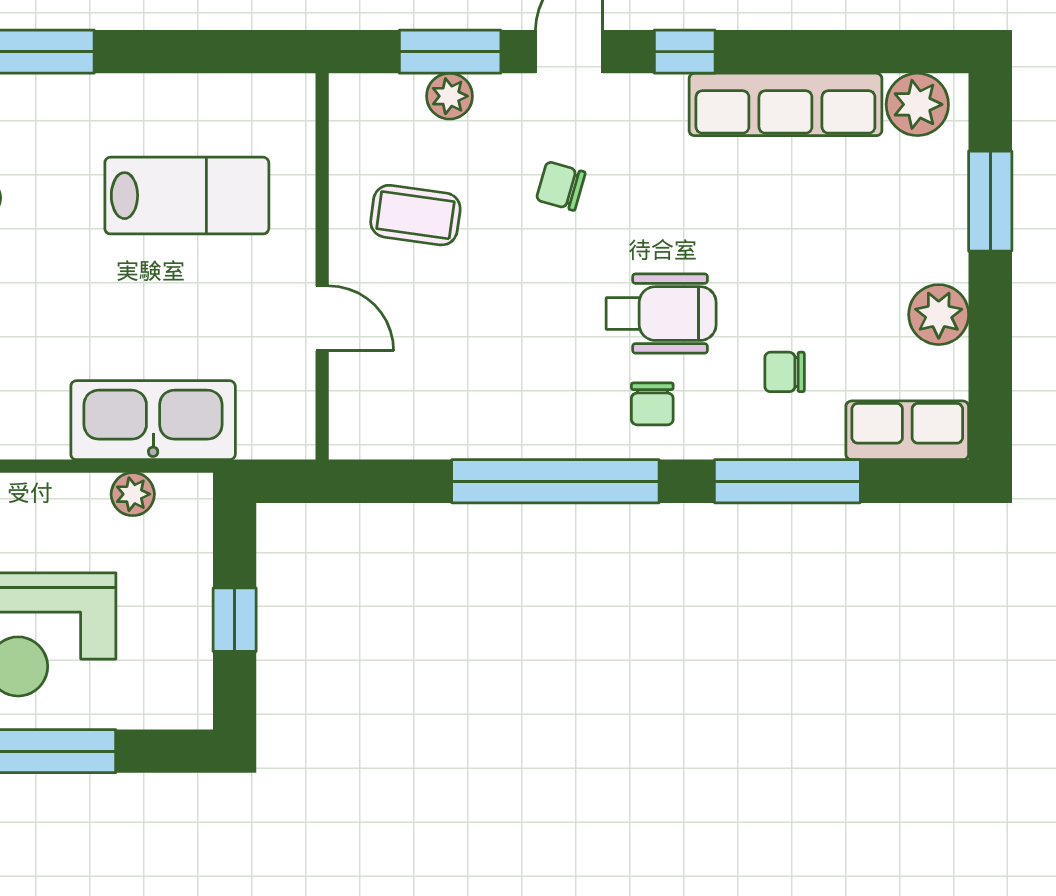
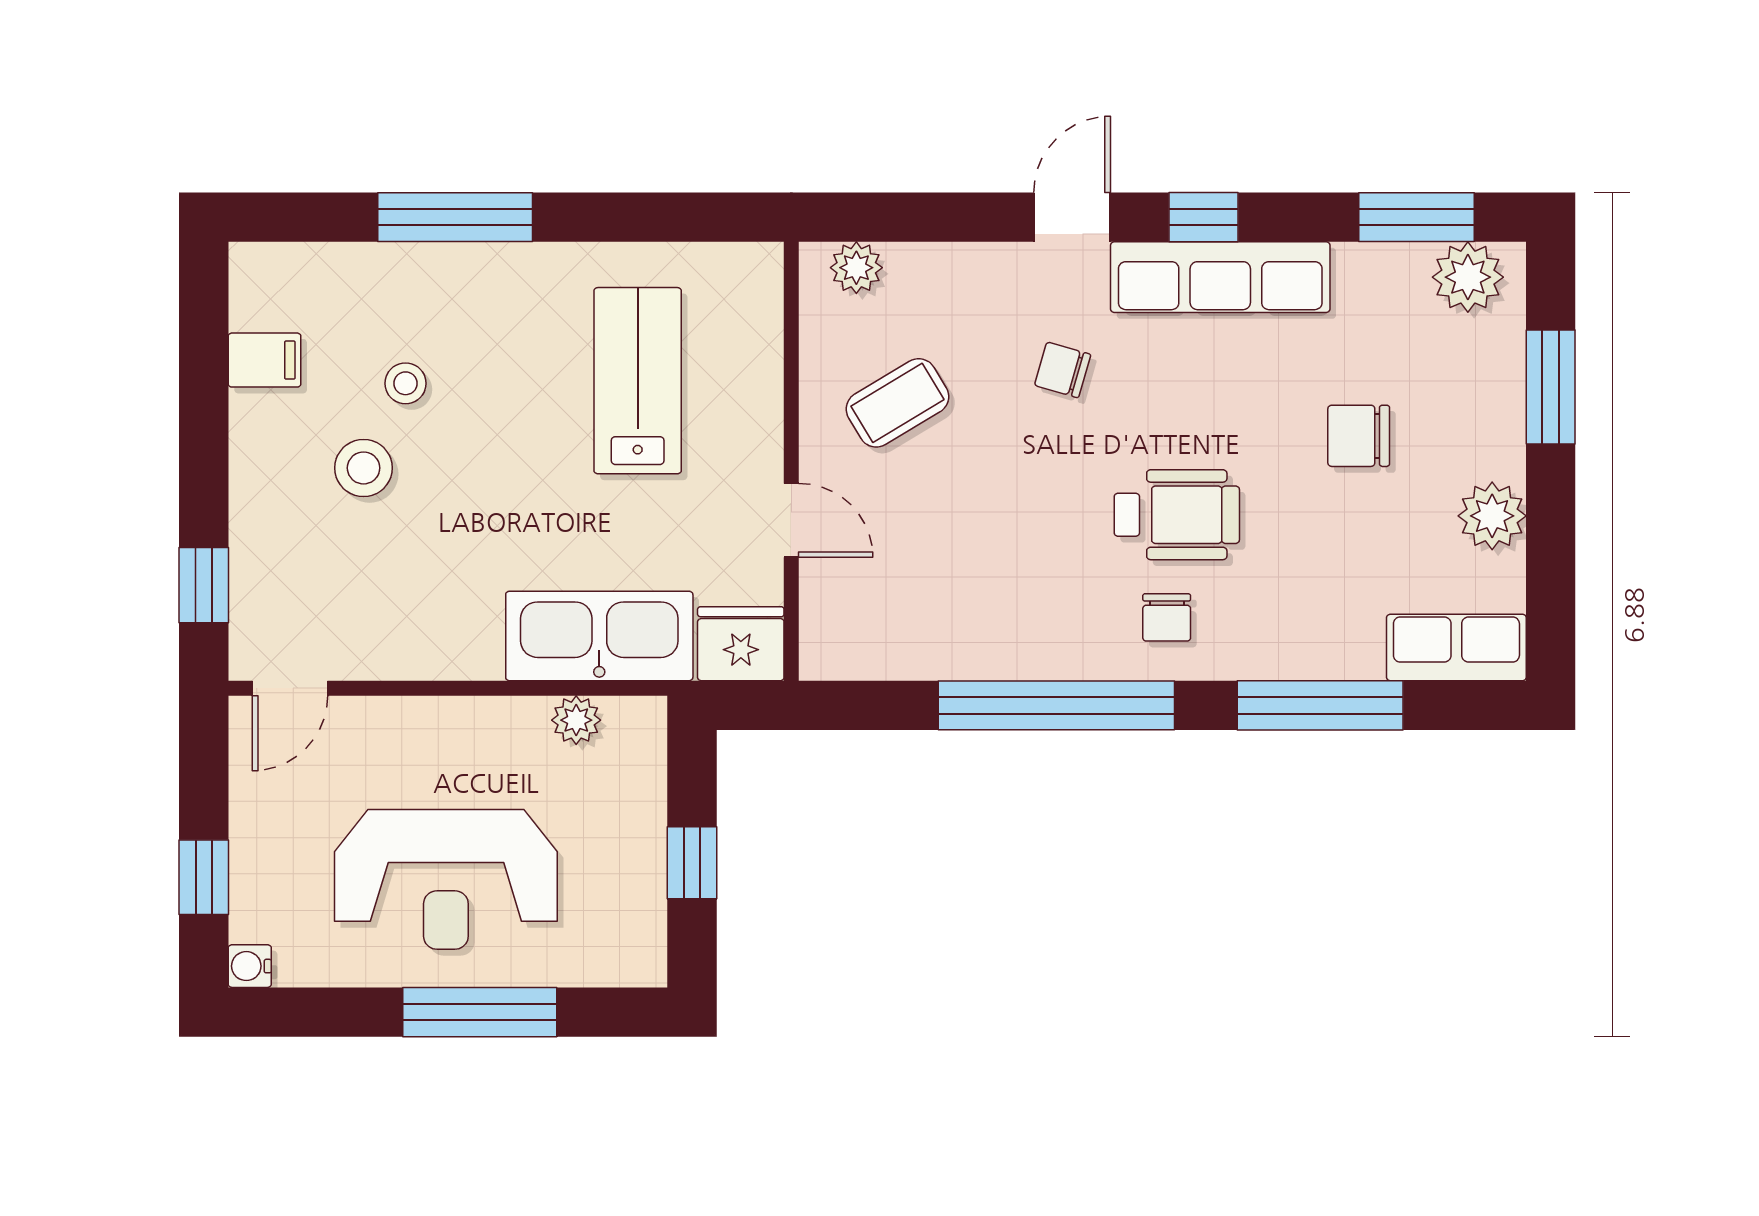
window: (450, 52) -> (1417, 217), moved
plant: (450, 96) -> (856, 268), moved
row of seats: (785, 104) -> (1220, 277), moved
lab bench: (187, 196) -> (638, 381), turned -90
coffee table: (415, 215) -> (897, 403), turned -39
chair: (785, 372) -> (1359, 436), moved, width x1.37, depth x1.37
fridge: (278, 427) -> (741, 644), added

